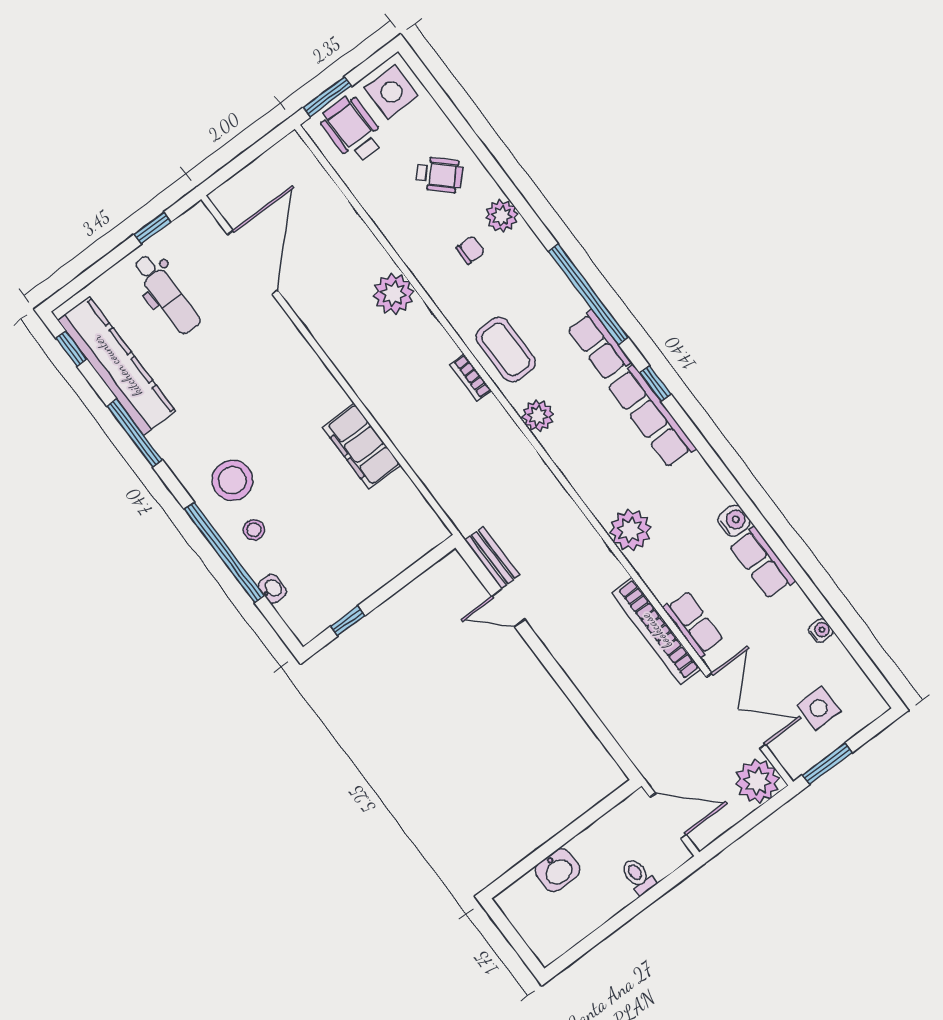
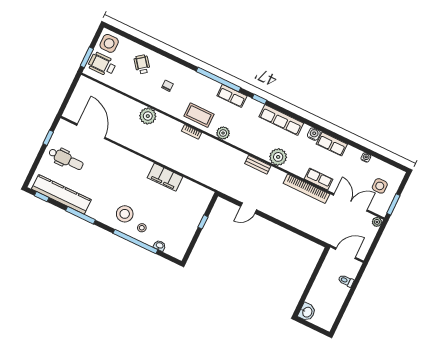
wheelchair: (439, 175) -> (142, 64), turned -82
plant: (502, 216) -> (172, 68), removed
row of seats: (652, 417) -> (281, 120), moved
bench: (492, 558) -> (258, 165), moved
window: (348, 621) -> (203, 222), moved
plant: (757, 781) -> (377, 222), width x0.53, depth x0.53
washbasin: (558, 870) -> (307, 312), moved

